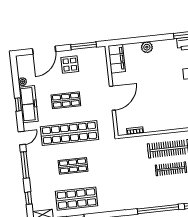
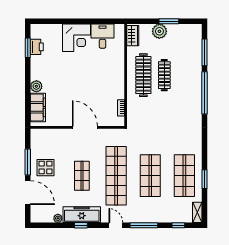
window: (84, 46) -> (28, 162), moved
filing cabinet: (117, 59) -> (38, 107), moved, turned 90
shop shelf: (73, 166) -> (150, 176), width x1.43, depth x1.36

